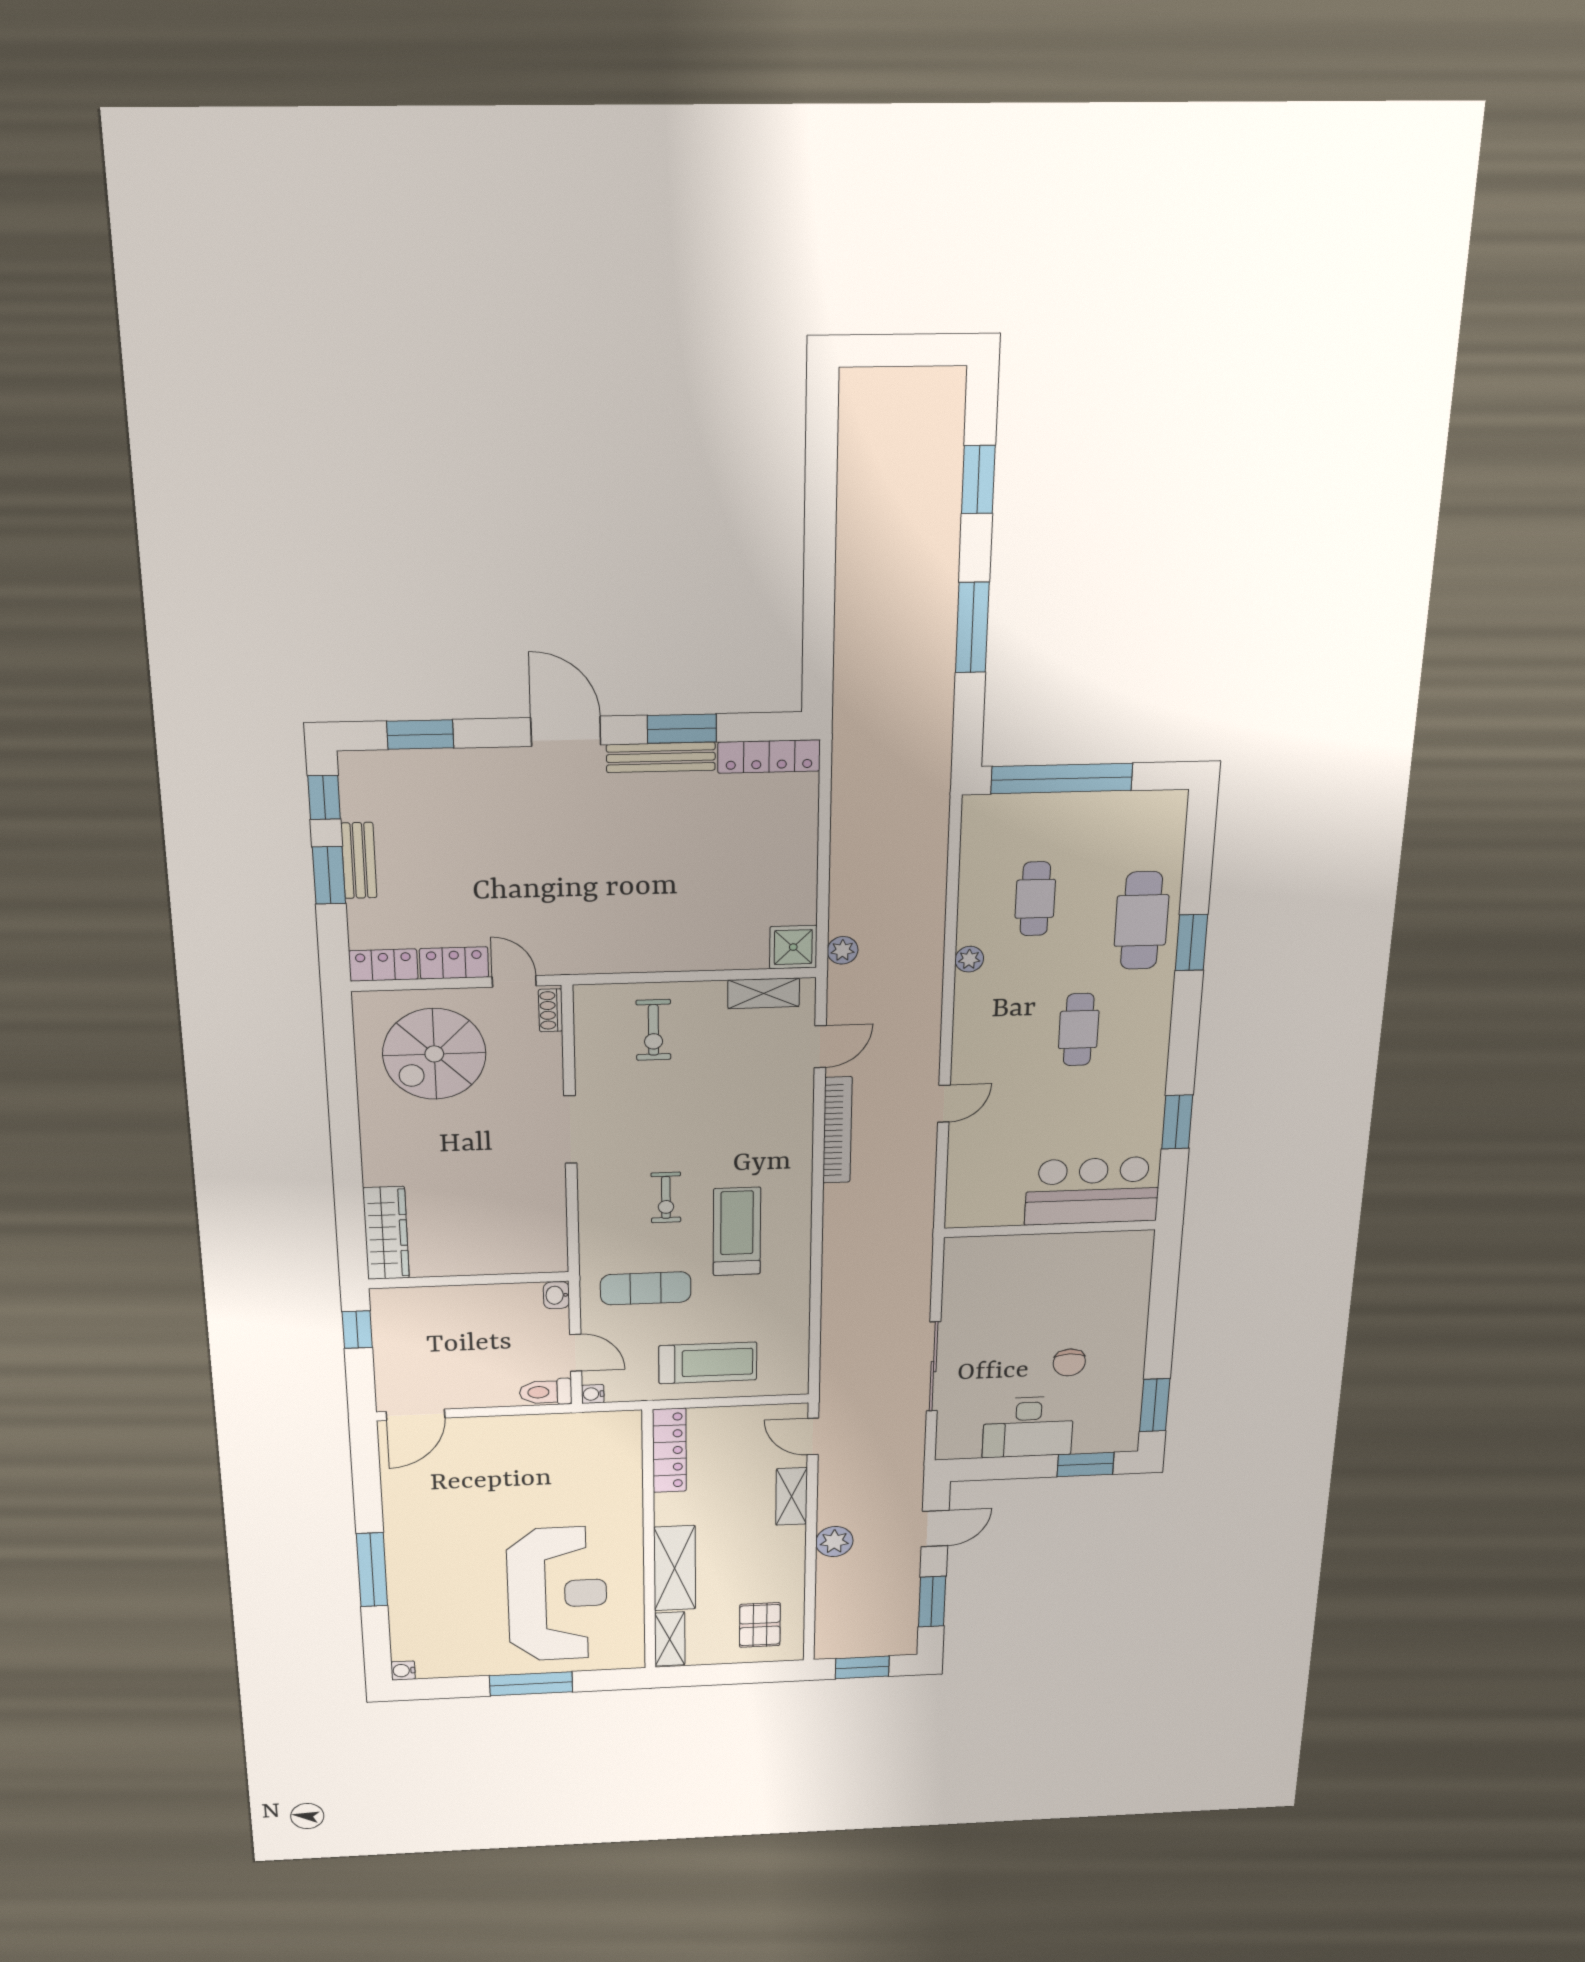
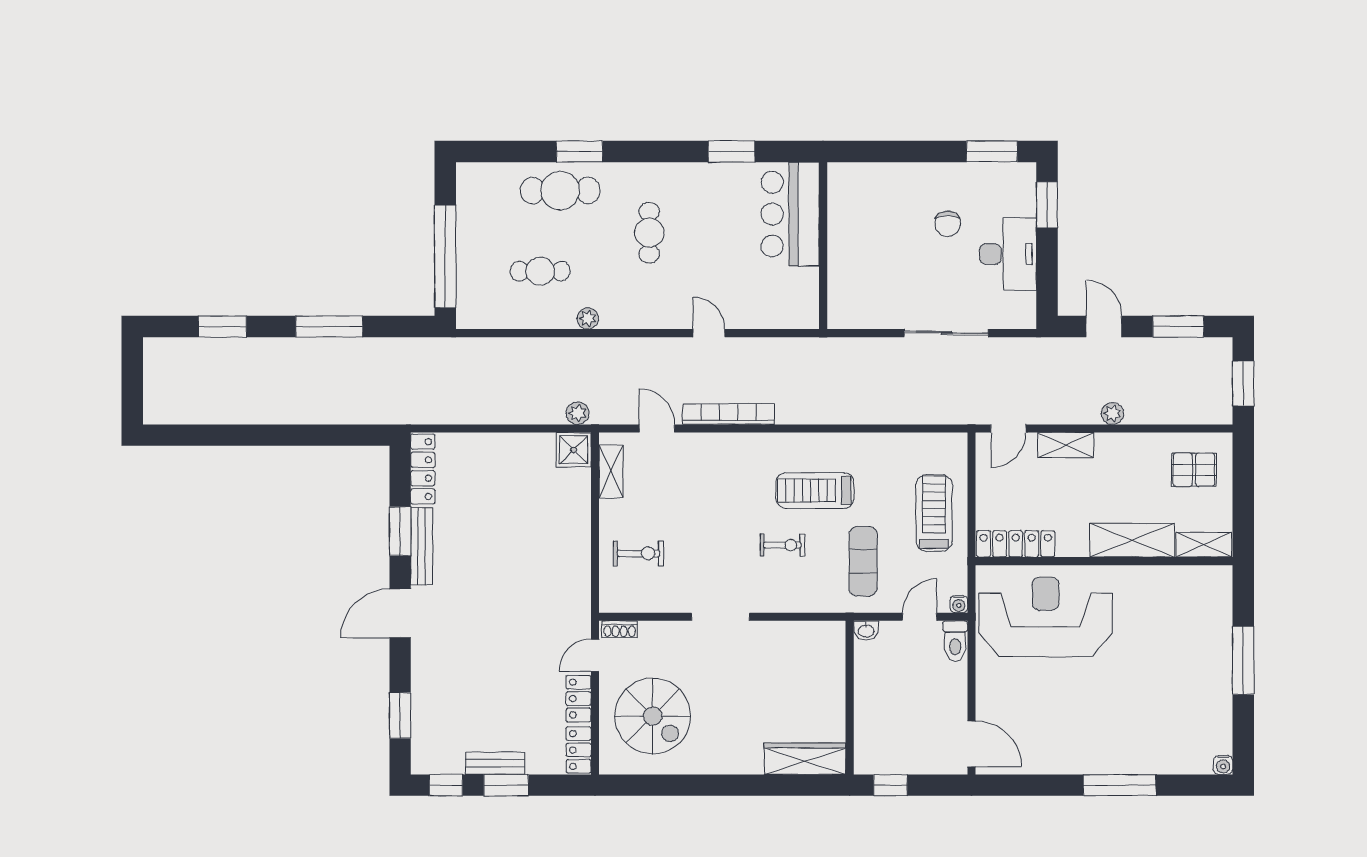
cafe table: (1079, 1029) -> (649, 233), turned 90
chair: (1069, 1362) -> (948, 224), turned 90
plant: (834, 1542) -> (1112, 413), width x0.73, depth x0.73
reception desk: (557, 1594) -> (1046, 617), moved

